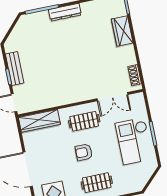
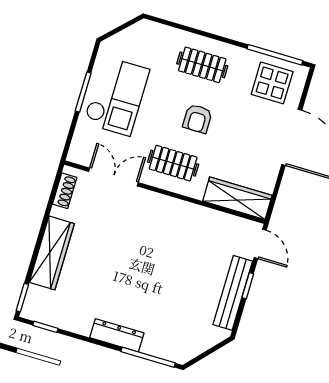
wardrobe: (122, 31) -> (52, 253), width x1.50
bench: (15, 69) -> (233, 293), width x1.36
armchair: (84, 152) -> (197, 119), turned 90

